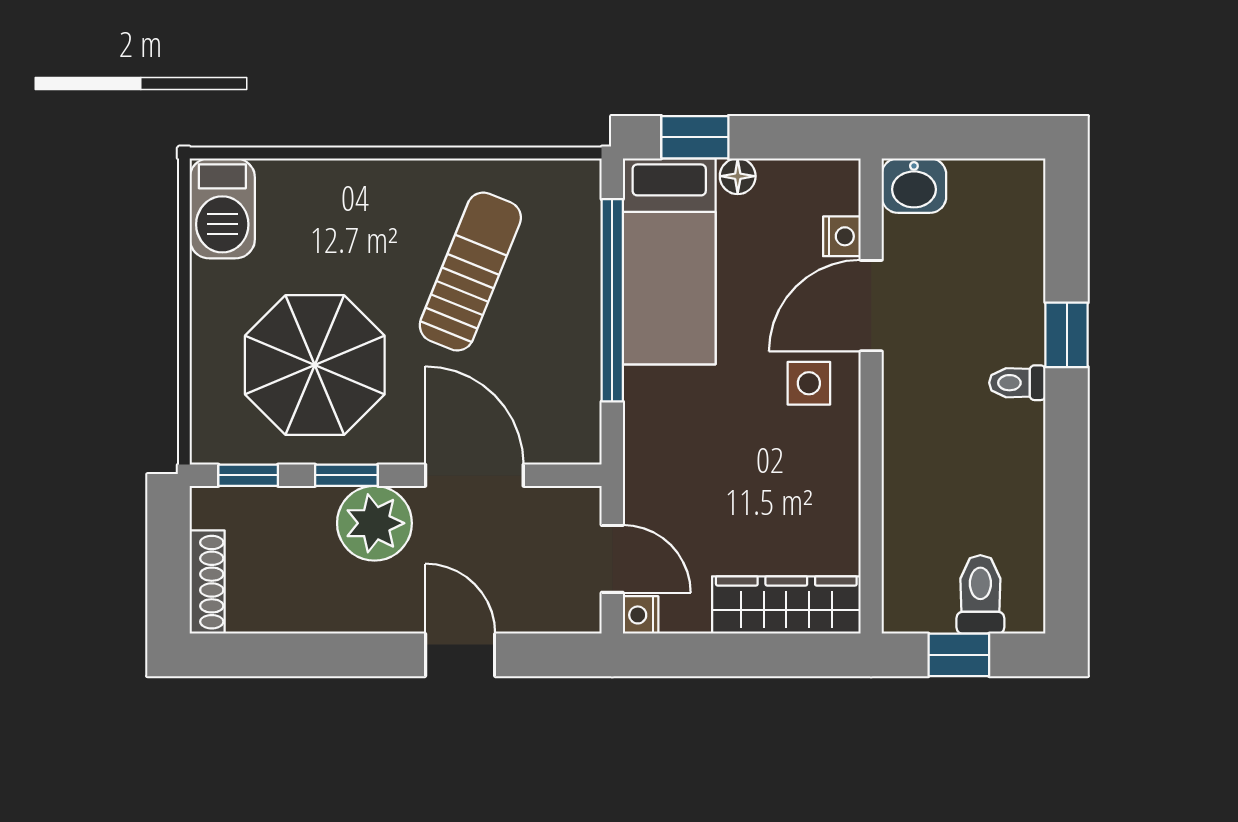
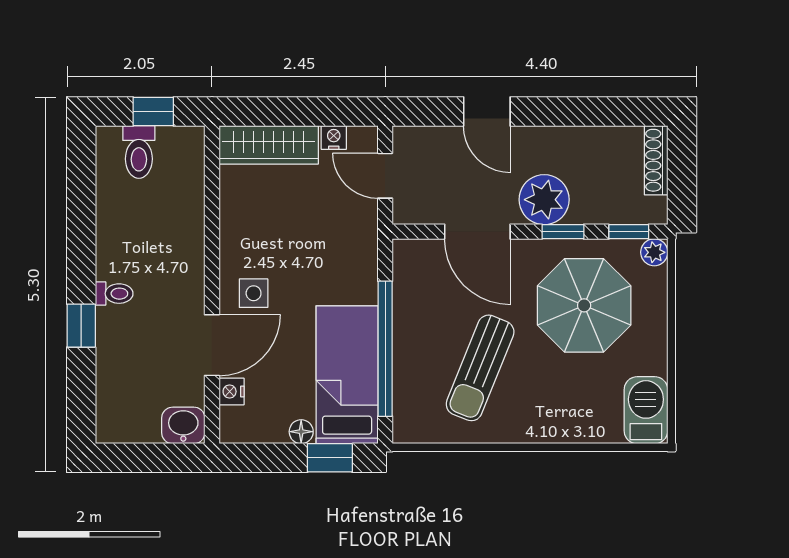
plant: (210, 444) -> (654, 252), added
nightstand: (641, 615) -> (334, 138), moved, turned -90

